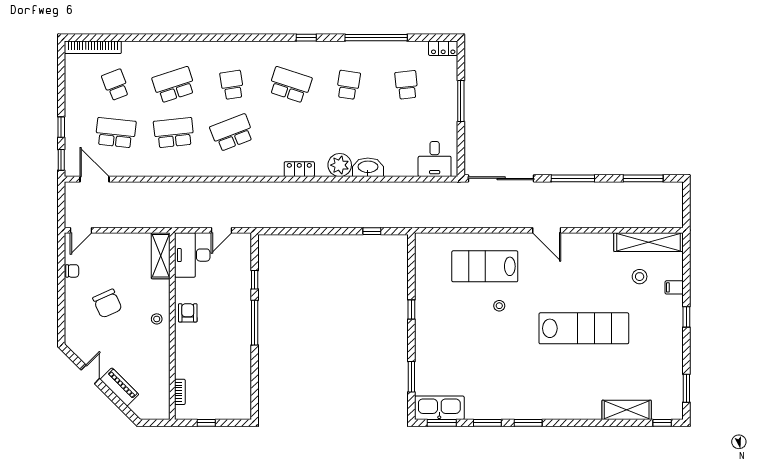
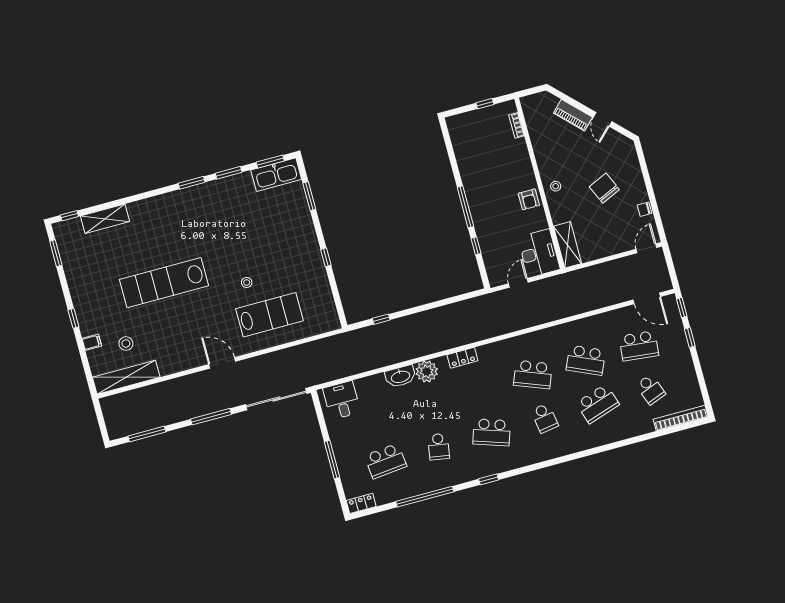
school desk: (406, 85) -> (386, 461), width x1.85
school desk: (174, 133) -> (586, 360), turned 30
school desk: (232, 133) -> (533, 374), turned 42

